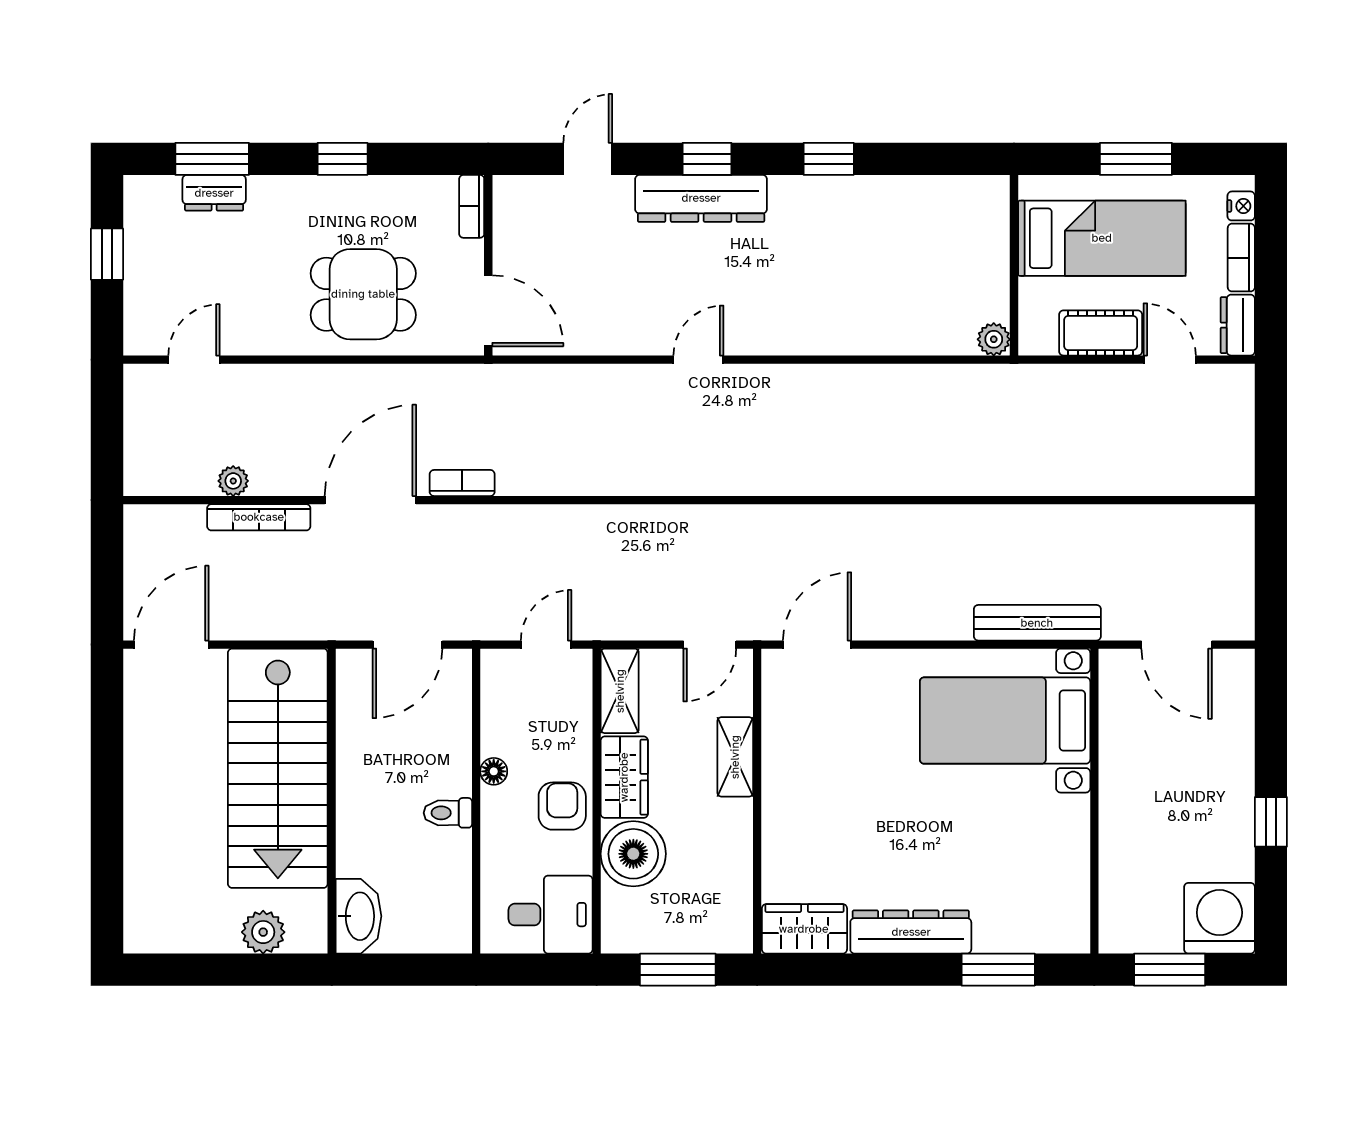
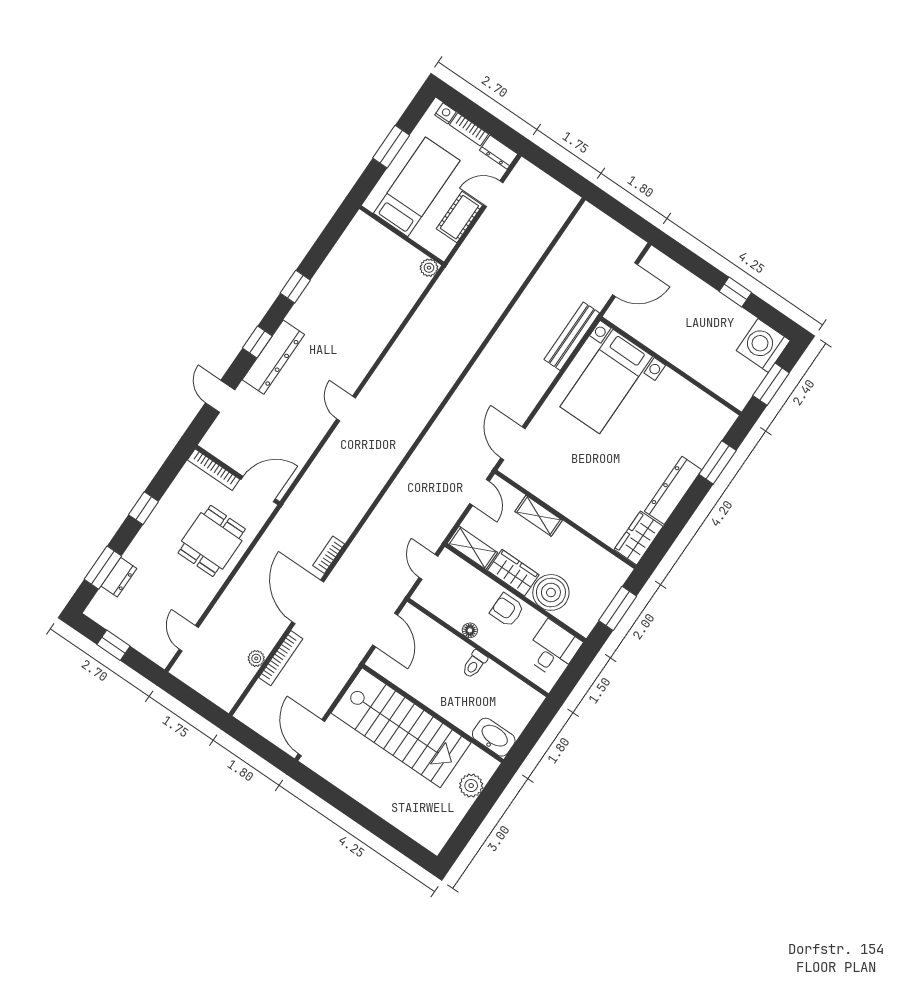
bookcase: (472, 206) -> (214, 470), width x1.56

